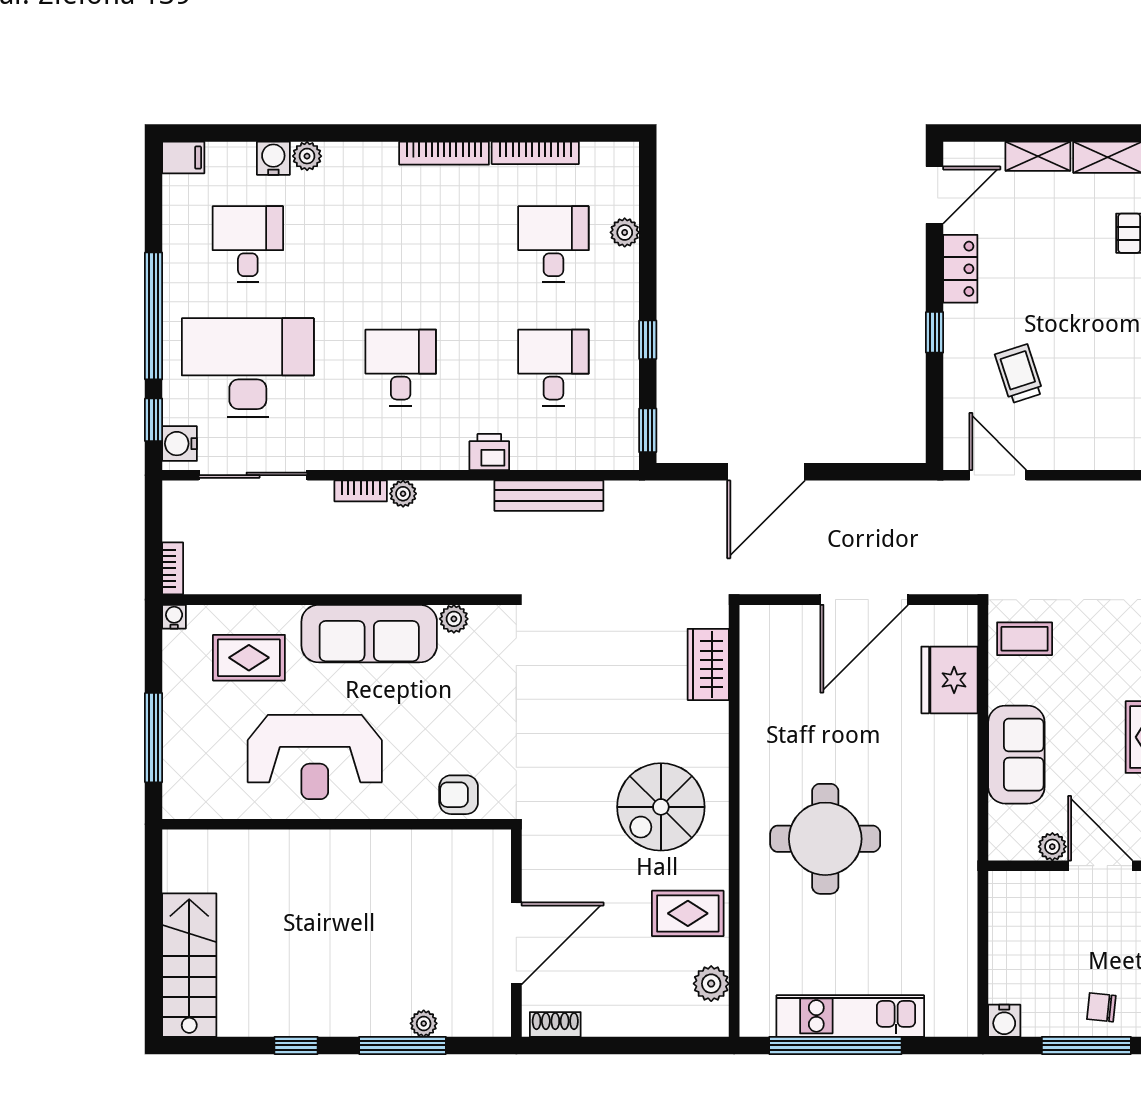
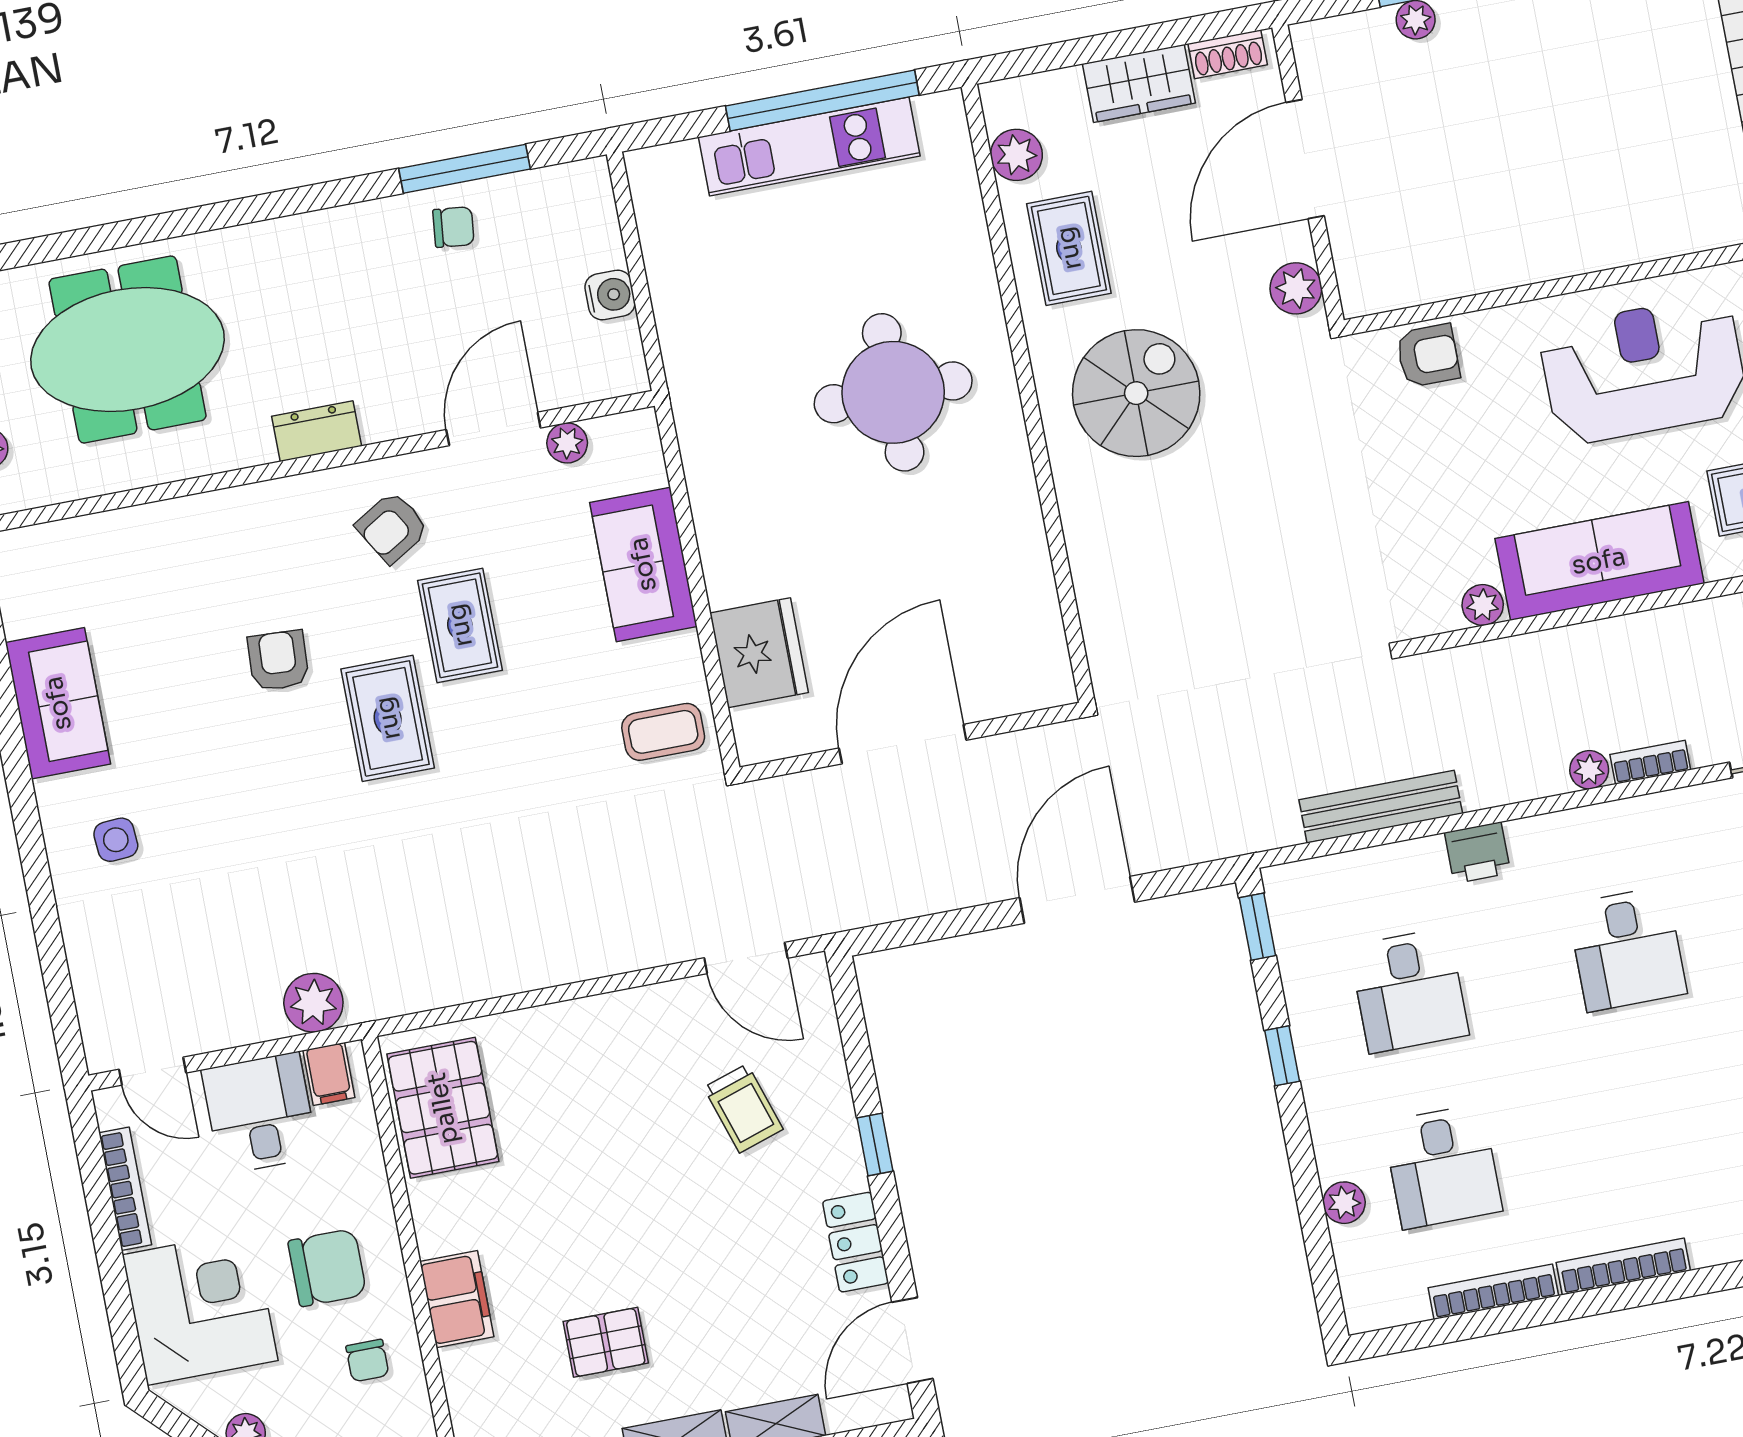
wardrobe: (708, 664) -> (1139, 83), moved, turned 90
plant: (539, 857) -> (1296, 288), added
door: (1100, 866) -> (493, 429), swing flipped
rug: (688, 913) -> (1069, 248), turned 90
water cooler: (1004, 1021) -> (610, 295), moved, turned 90

